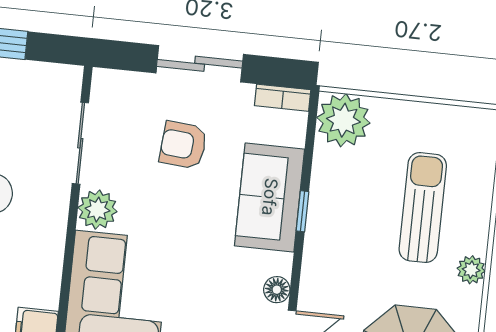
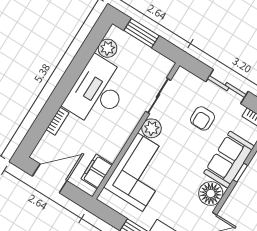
armchair: (183, 145) -> (203, 118), turned -95
floor lamp: (277, 290) -> (211, 193), width x1.89, depth x1.89

